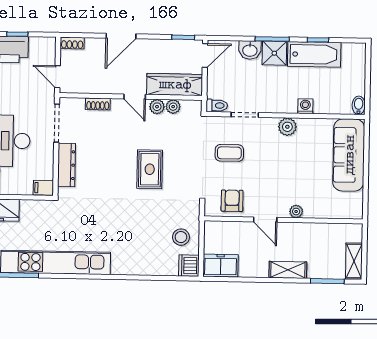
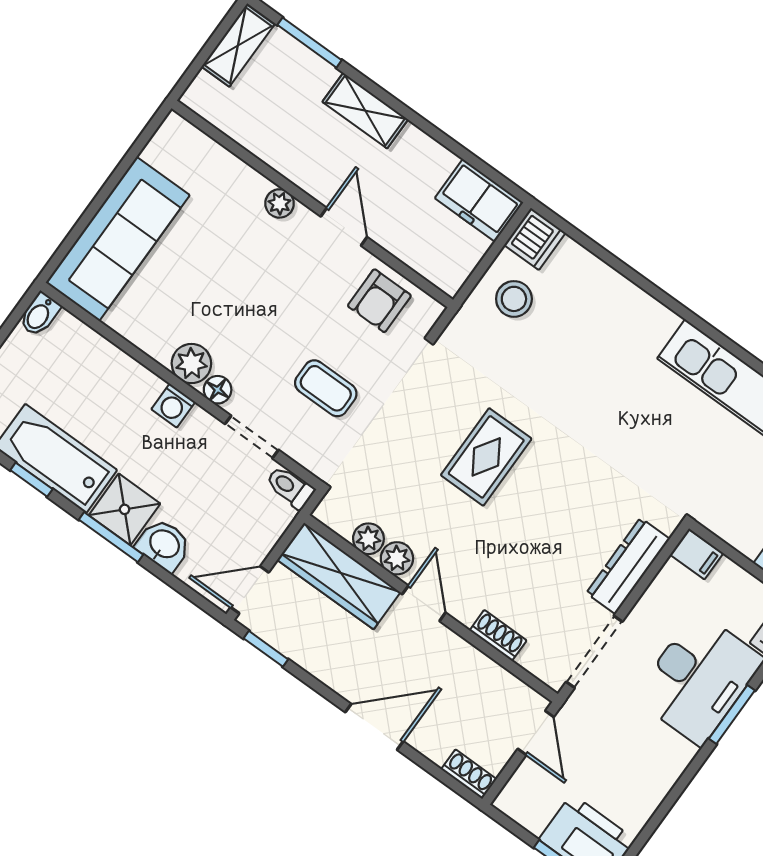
washing machine: (305, 106) -> (173, 406), moved
floor lamp: (270, 124) -> (218, 390), added

